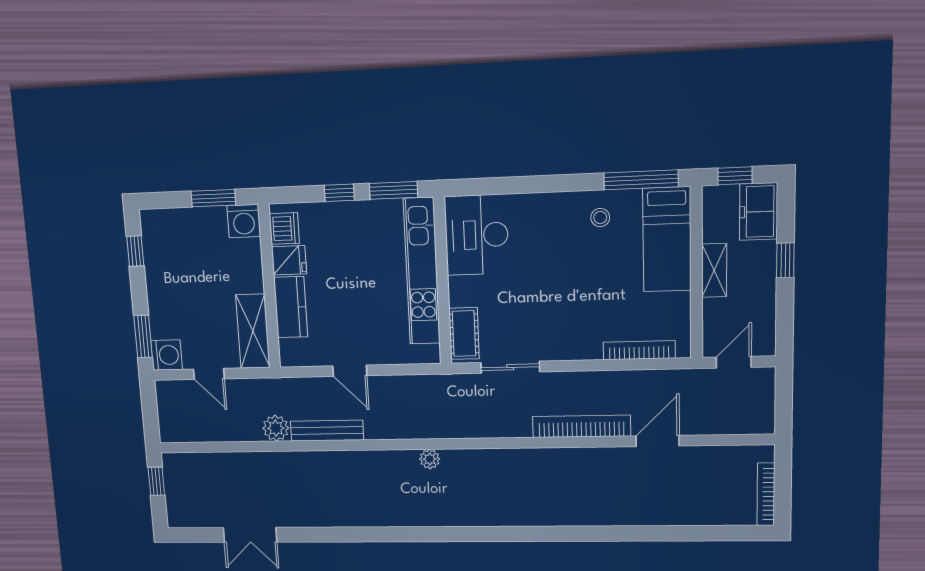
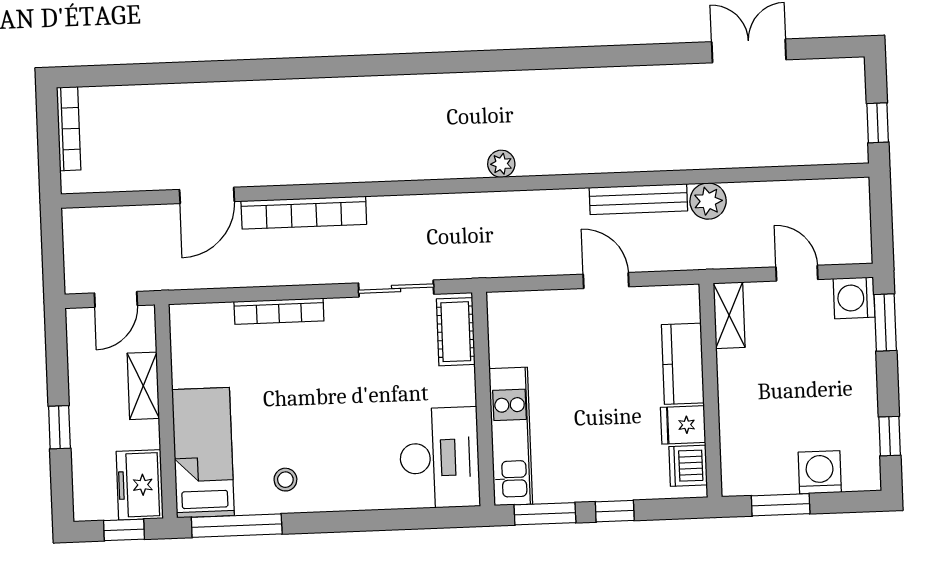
freezer: (759, 212) -> (140, 485), moved, turned 180
washing machine: (244, 221) -> (820, 472), moved
shelving: (714, 270) -> (143, 386), moved
kitchen unit: (422, 271) -> (511, 436), width x0.73
shelving: (253, 331) -> (729, 315), width x0.67, depth x0.75
bookcase: (639, 350) -> (279, 311), moved

